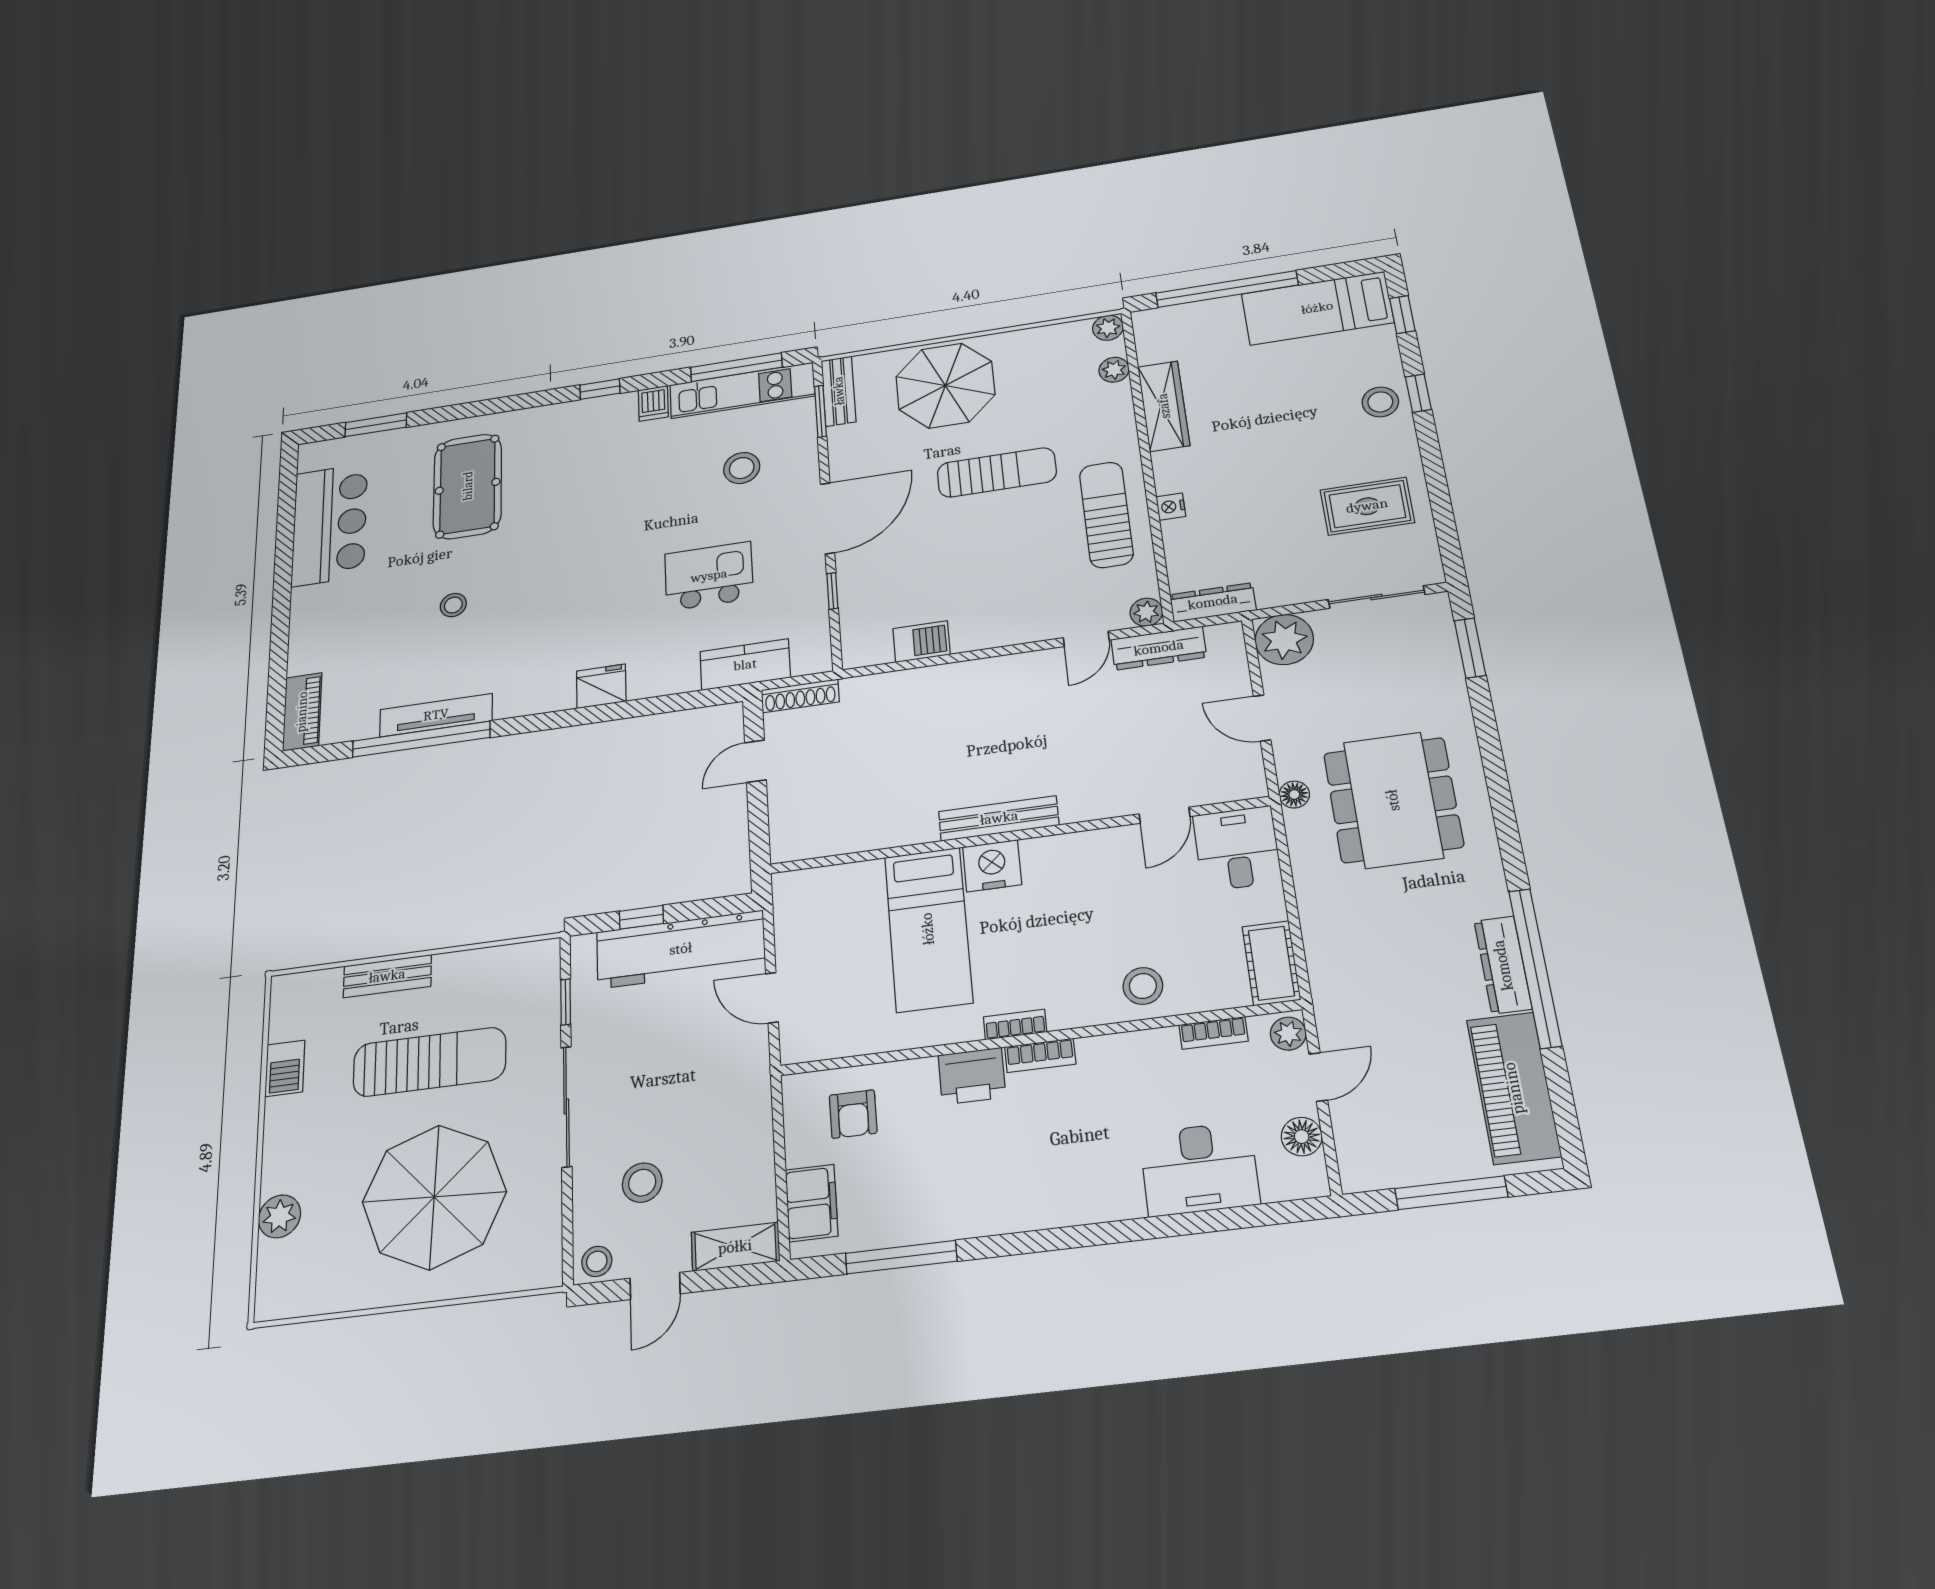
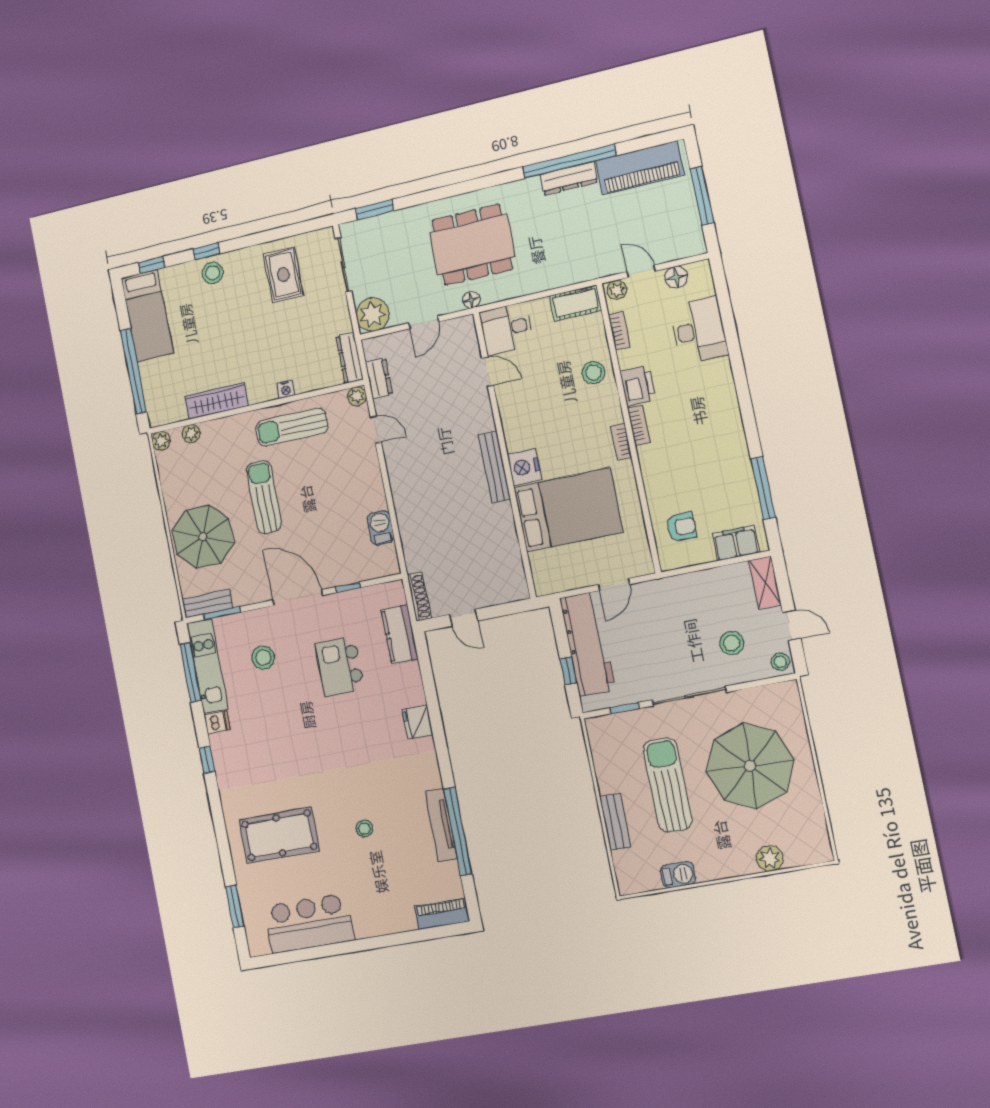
dresser: (1159, 648) -> (379, 378), width x0.70
bed: (928, 929) -> (568, 510), width x1.50
printer: (972, 1076) -> (638, 385), moved

